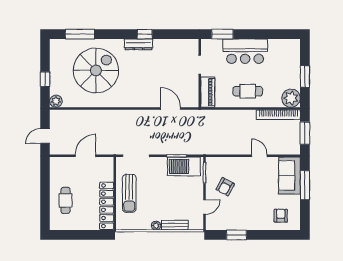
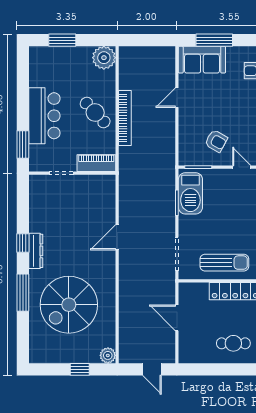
window: (80, 34) -> (23, 293), moved
spiral stairs: (96, 70) -> (69, 305), turned -90
window: (305, 76) -> (62, 40), moved
cafe table: (248, 91) -> (95, 113), turned -43
door: (170, 109) -> (117, 237), moved
bookcase: (278, 115) -> (125, 118), moved
window: (305, 133) -> (148, 40), removed

